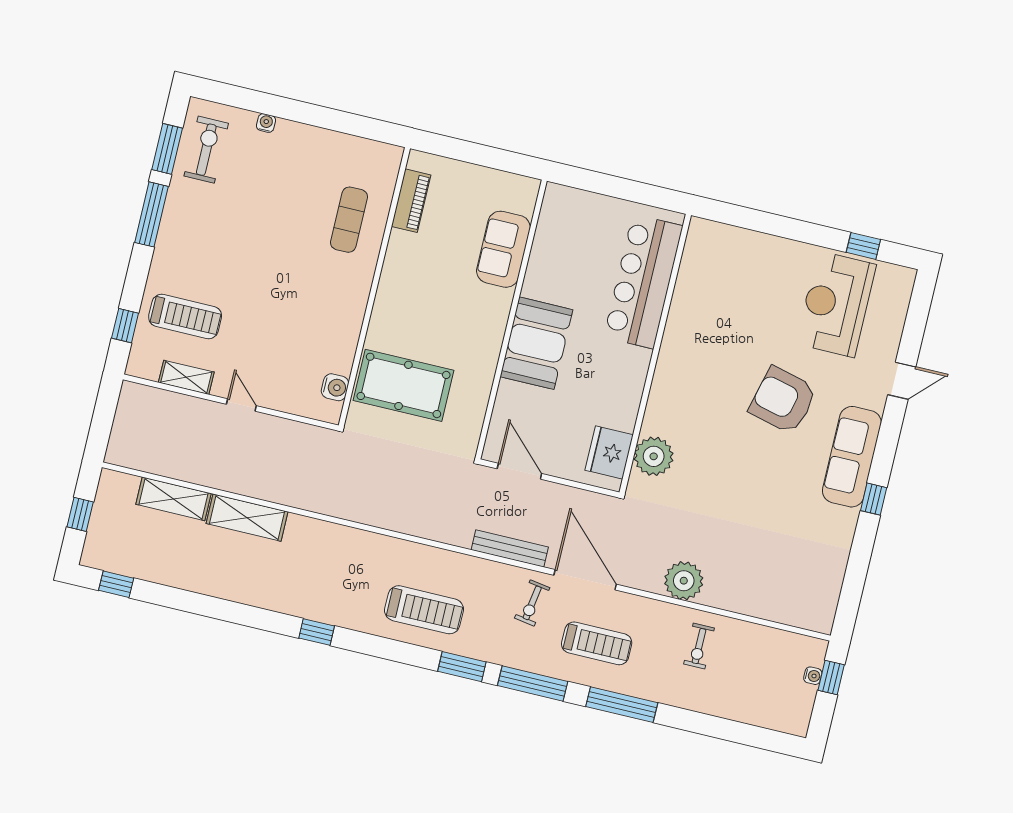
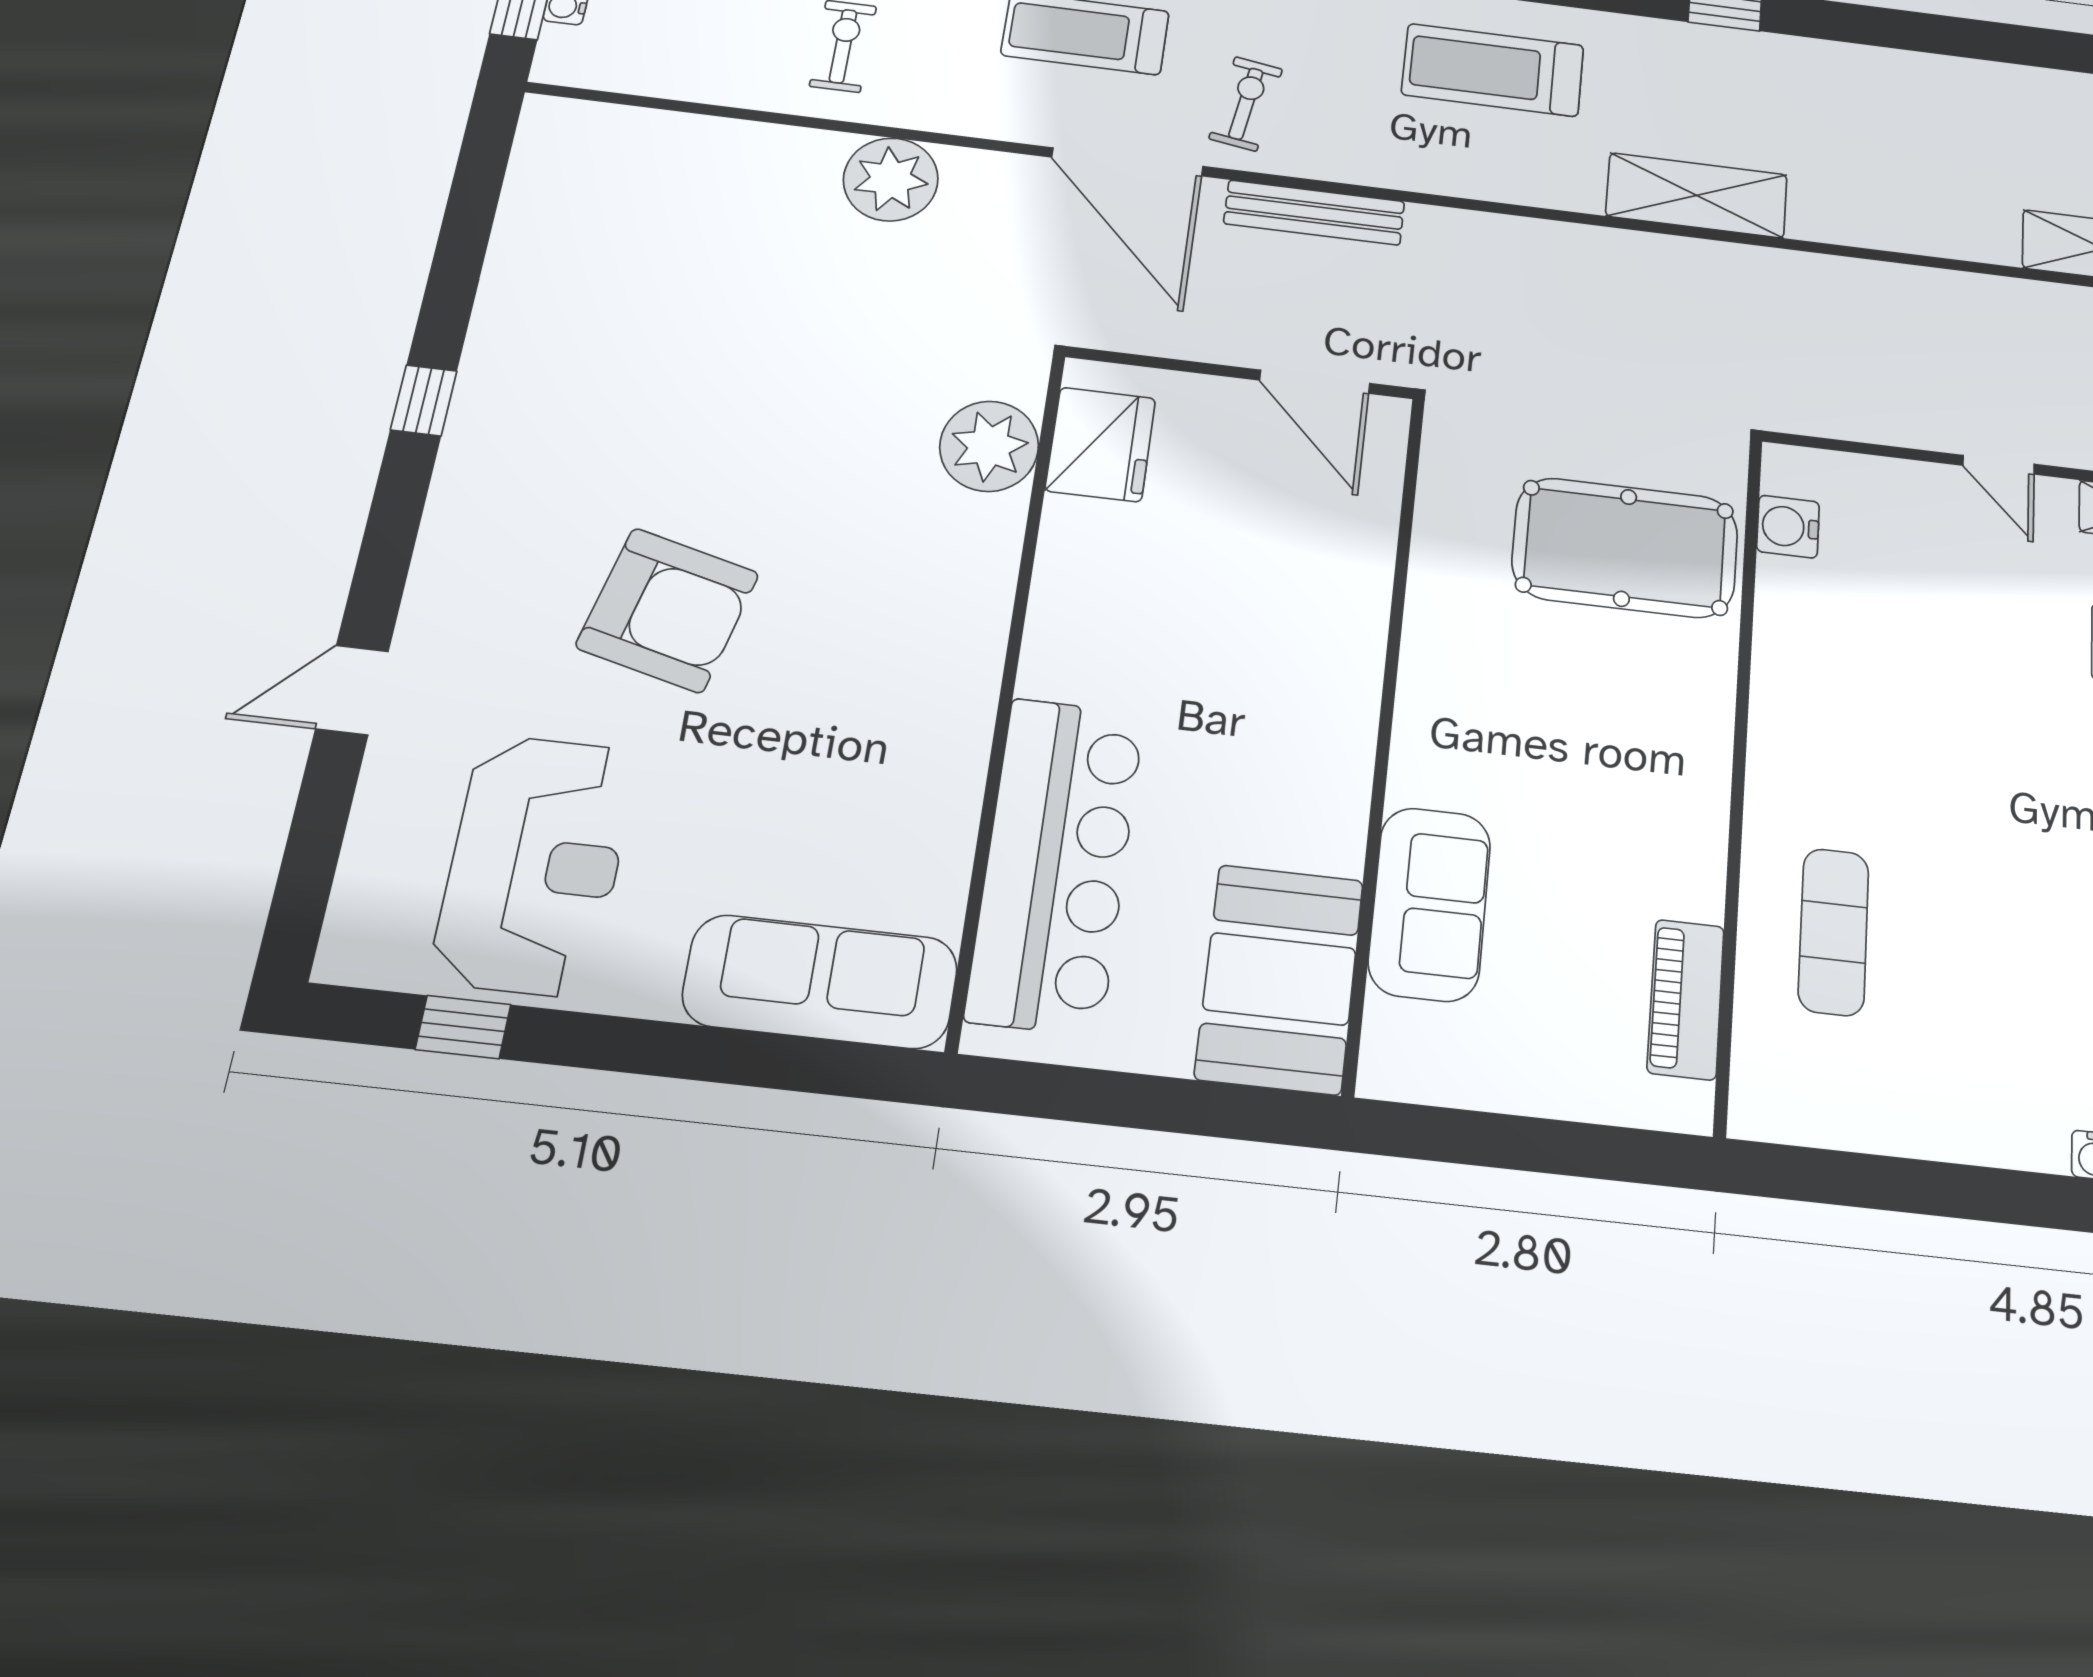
booth: (536, 343) -> (1279, 979), moved
sofa: (852, 457) -> (820, 982), moved, turned -90
shelving: (247, 518) -> (1697, 195), moved

